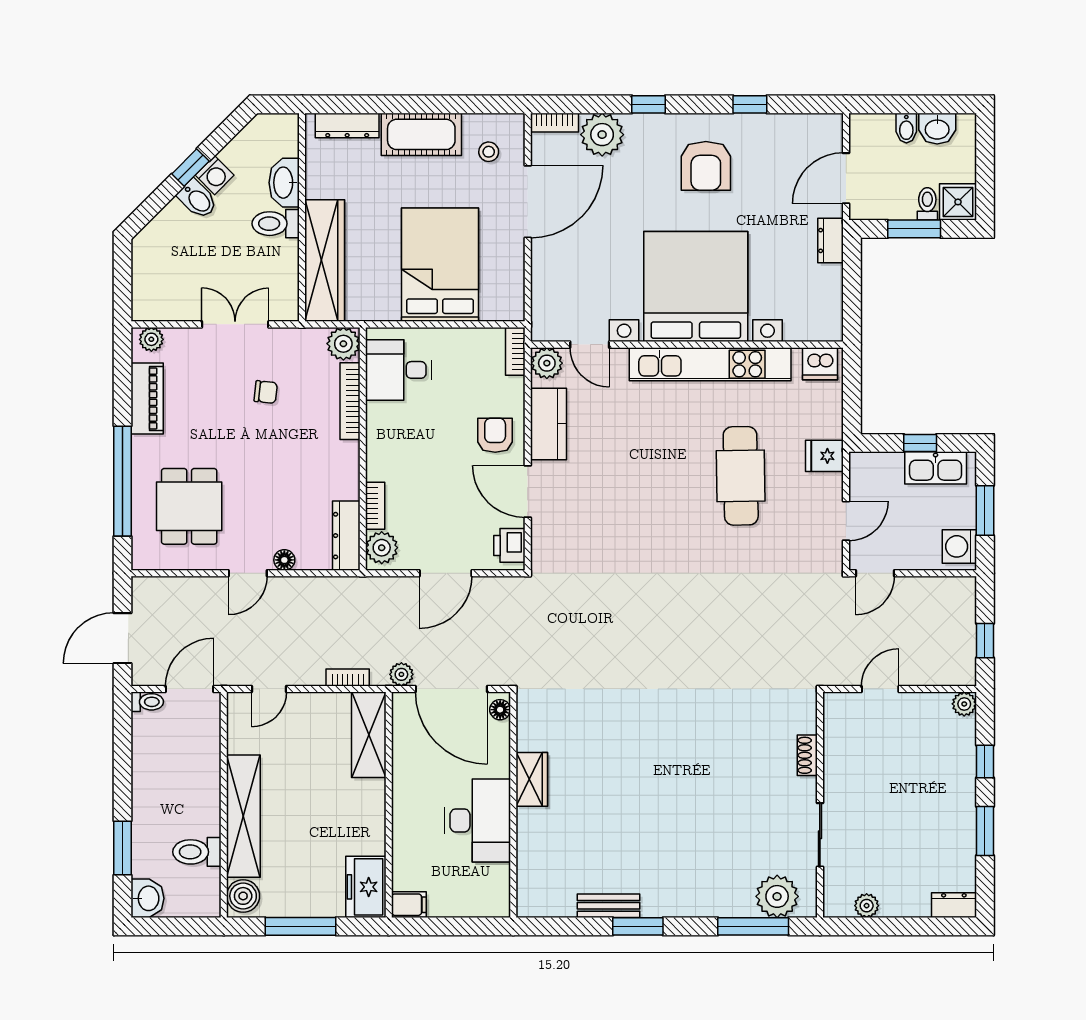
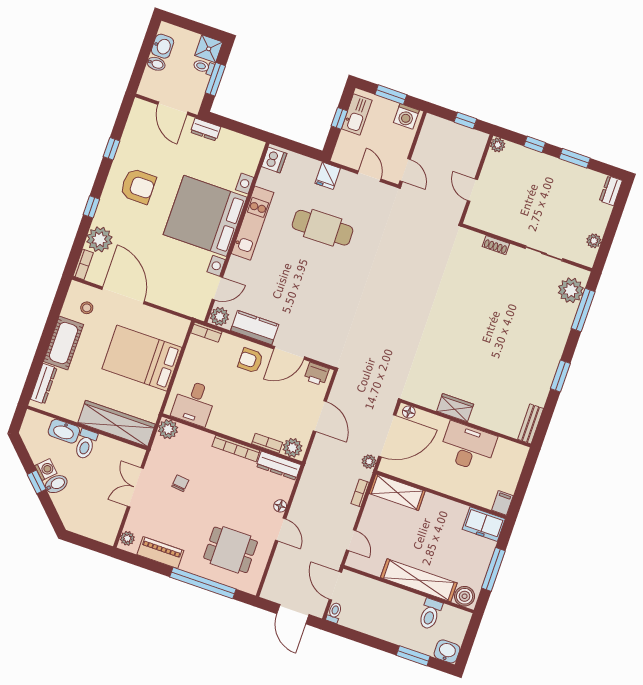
kitchen unit: (710, 364) -> (252, 223), width x0.73
bookcase: (350, 401) -> (236, 448), moved
bench: (609, 906) -> (531, 424), moved

